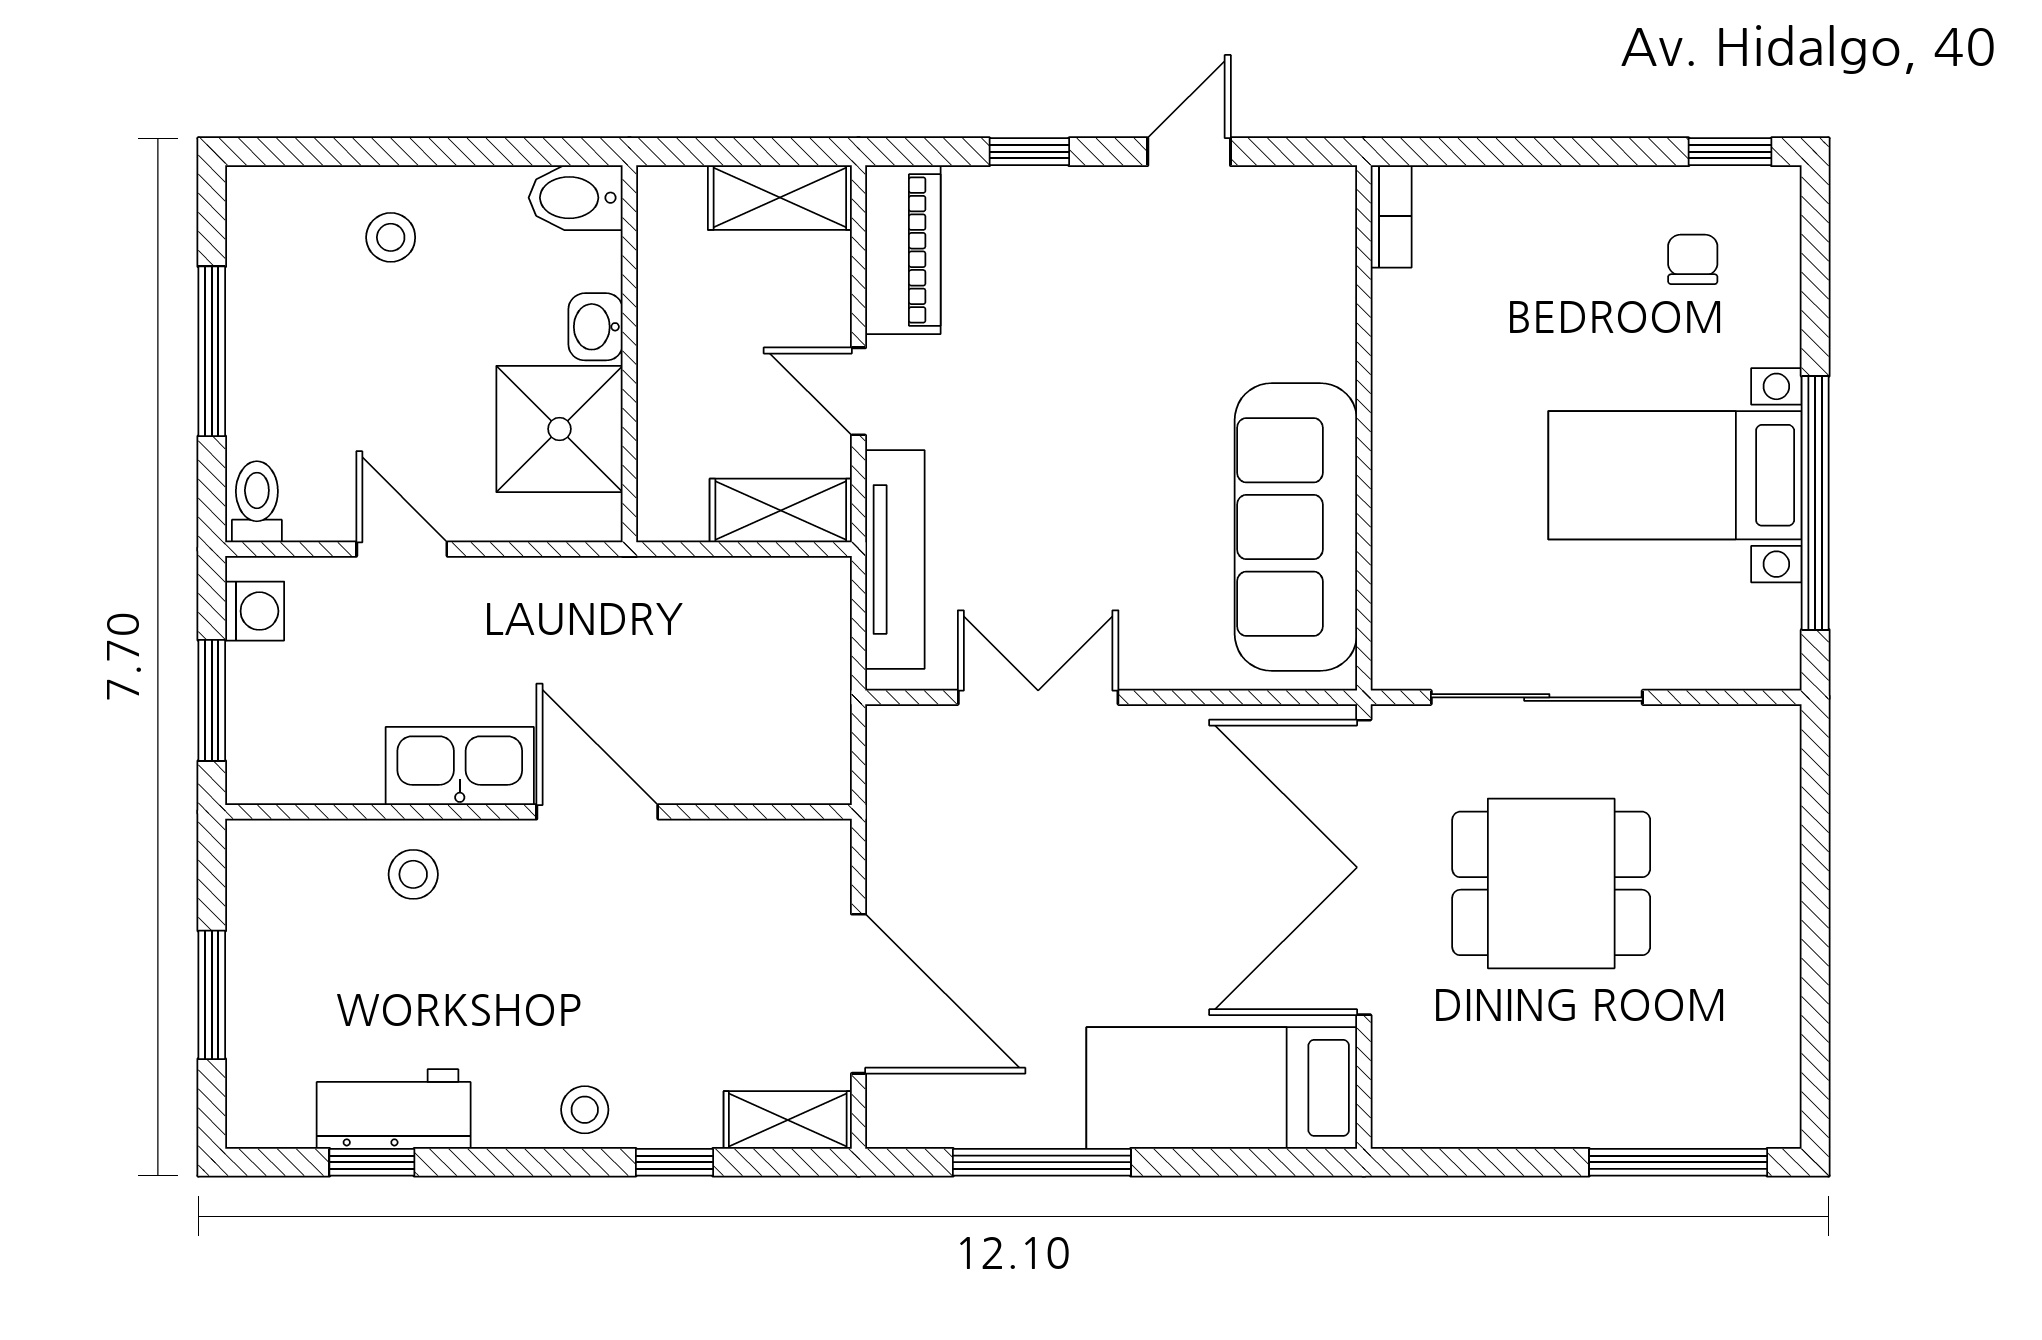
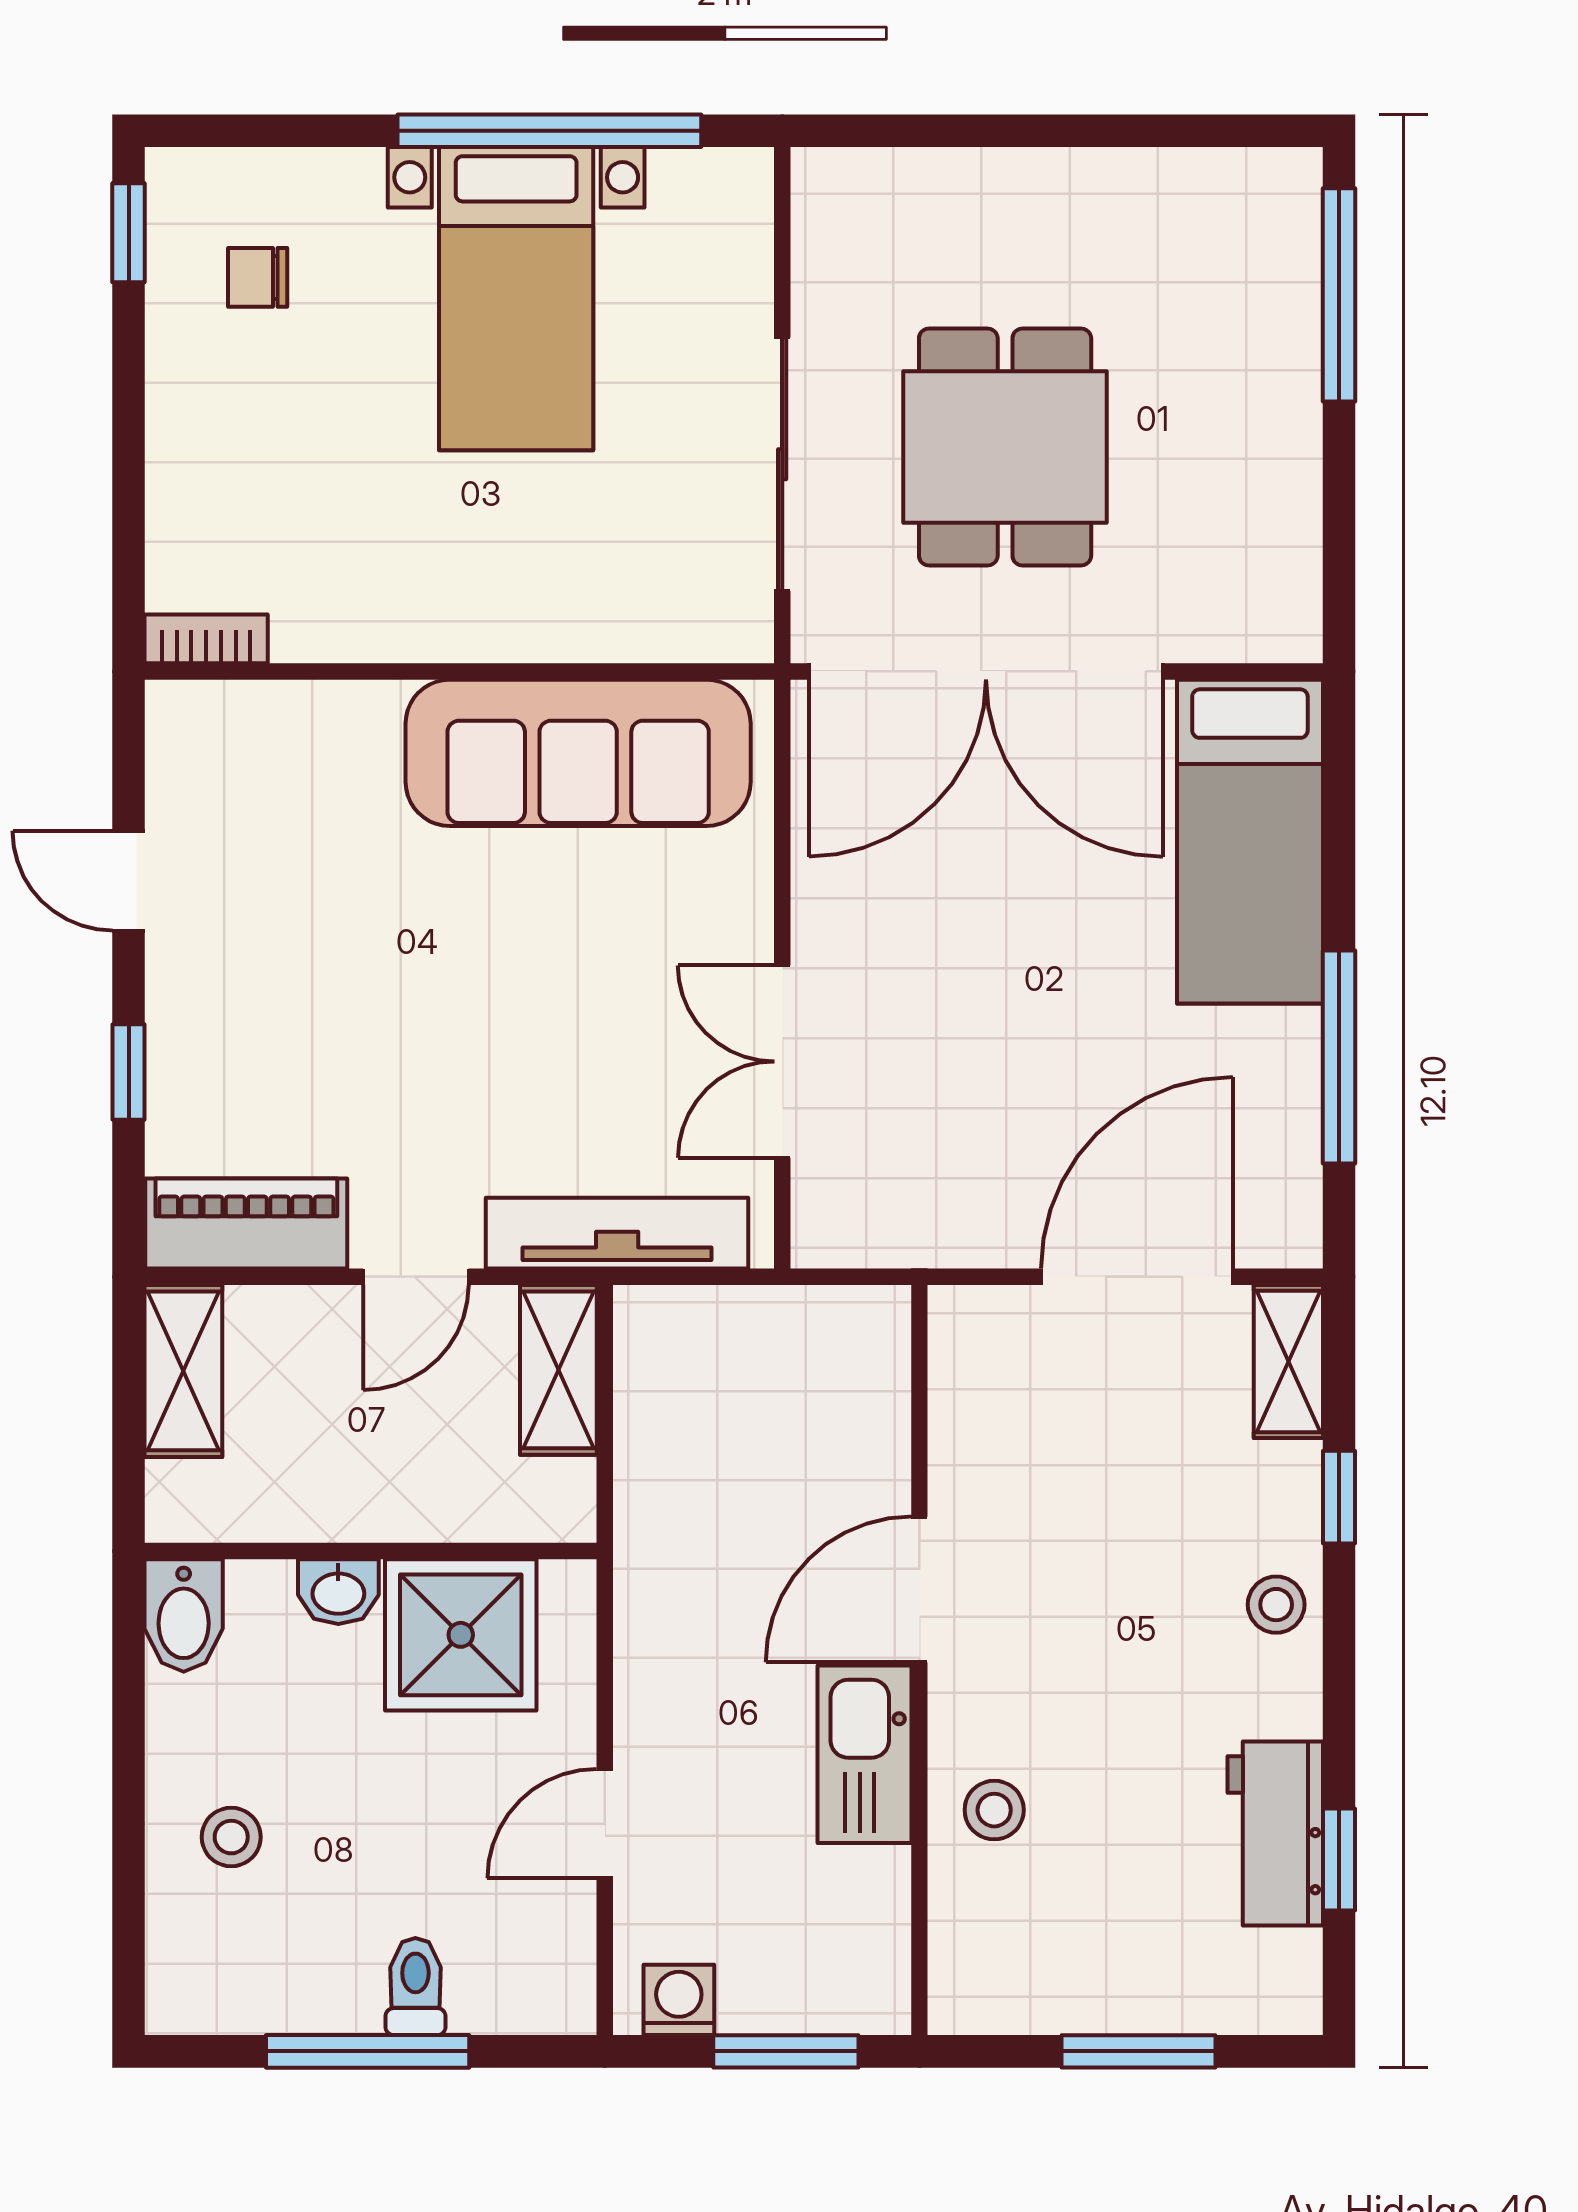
toilet: (257, 502) -> (415, 1987), moved, turned 90

